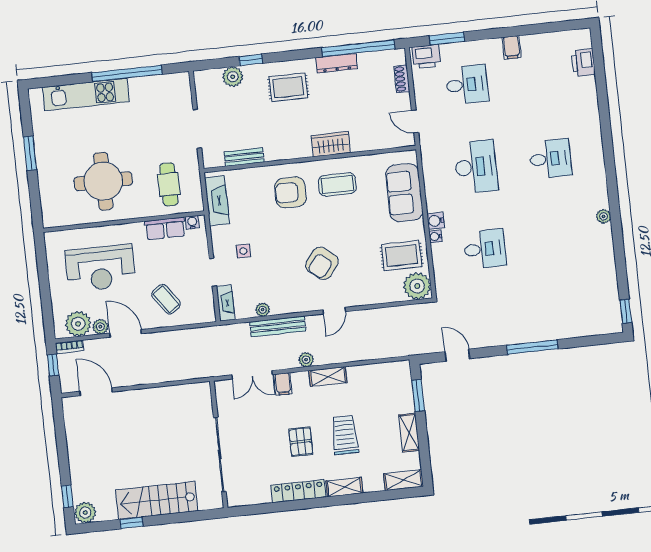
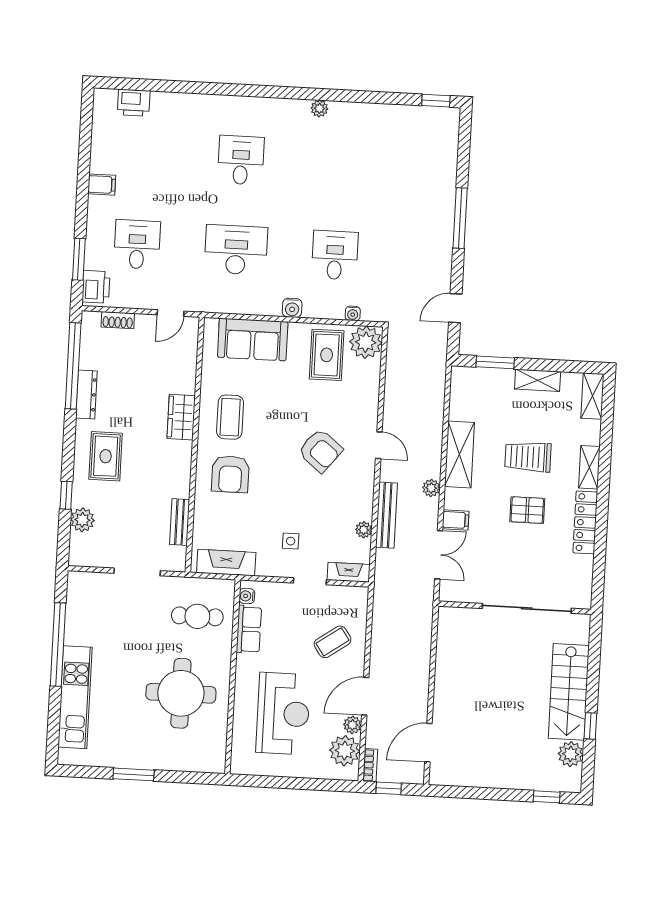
water cooler: (435, 236) -> (353, 313), moved
shelving: (328, 377) -> (459, 455), width x1.50, depth x1.33
plant: (85, 513) -> (571, 754), moved

